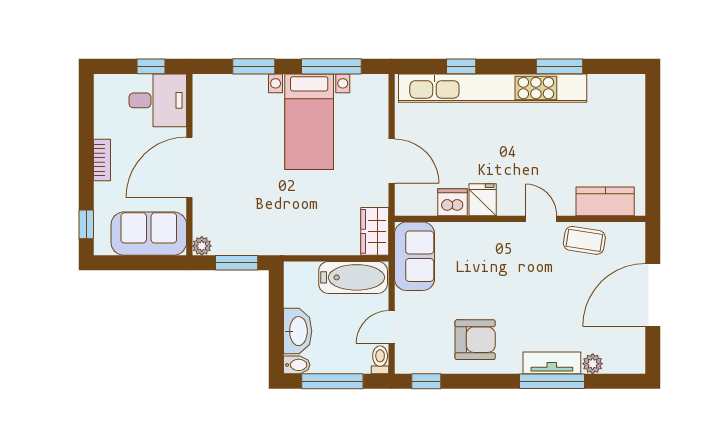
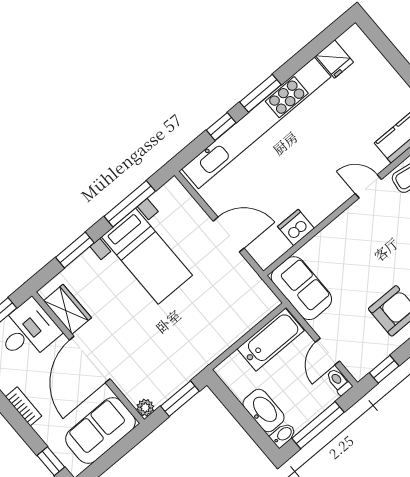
window: (559, 66) -> (260, 93), moved
fridge: (483, 200) -> (335, 59), moved, turned 180
wardrobe: (375, 231) -> (67, 309), moved, turned 180

